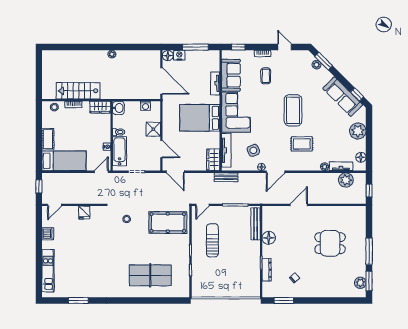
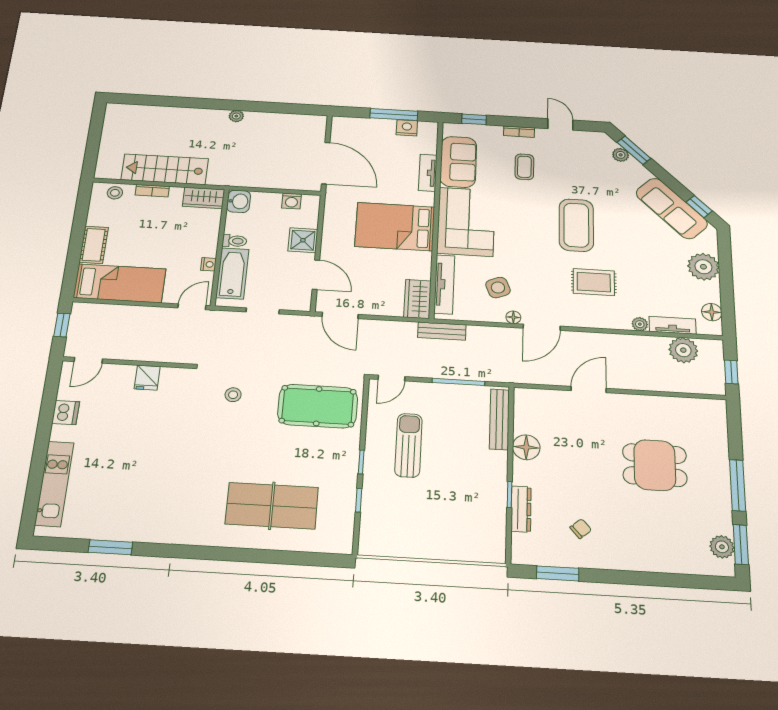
nightstand: (179, 55) -> (407, 128), moved
floor lamp: (168, 56) -> (341, 124), removed

